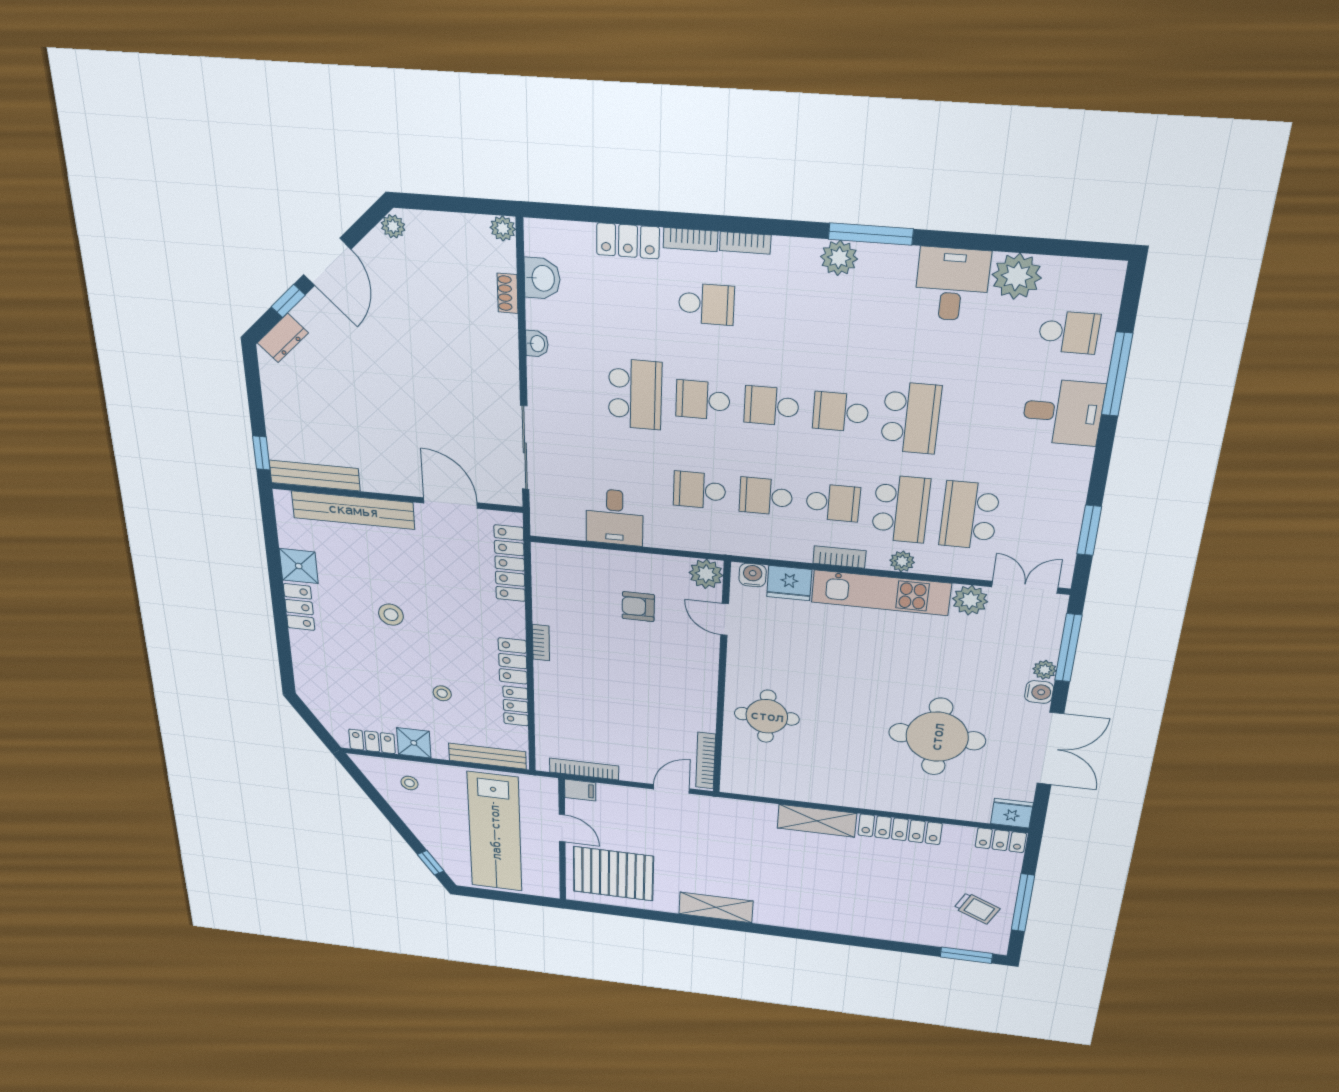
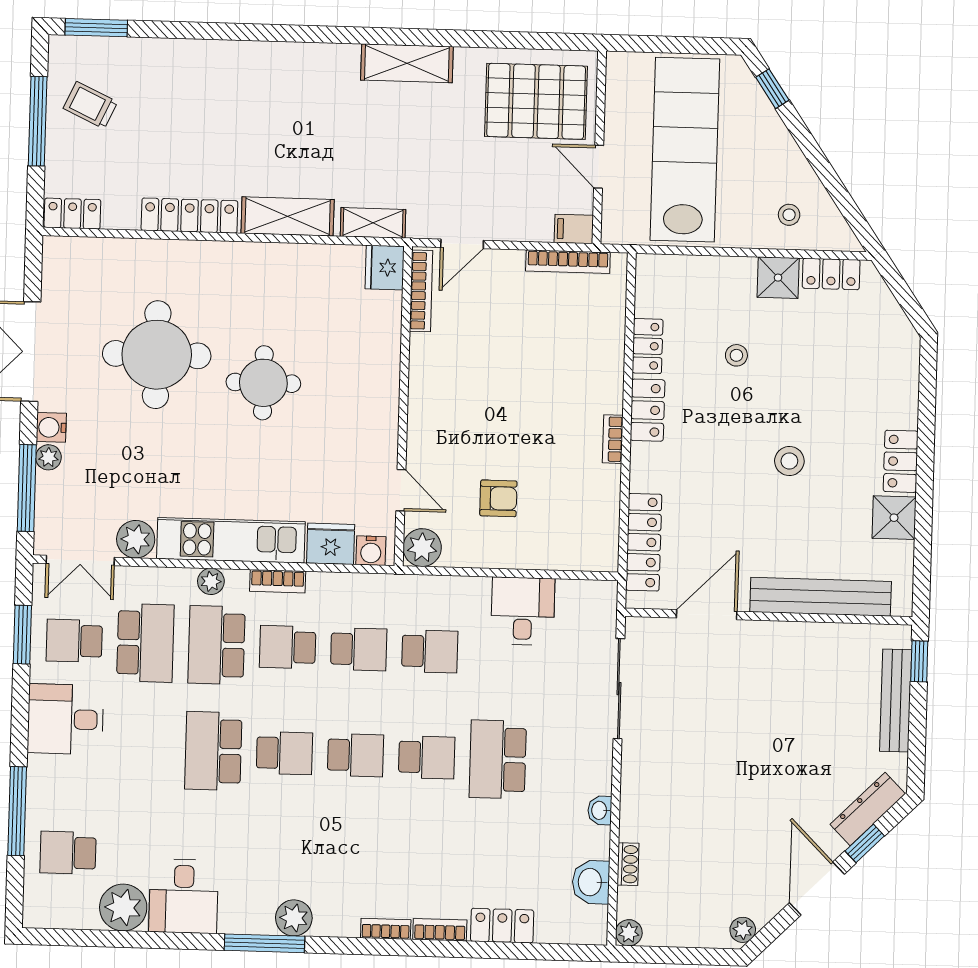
school desk: (706, 304) -> (74, 641), moved
dresser: (283, 338) -> (868, 809), width x1.44
desk: (1063, 412) -> (65, 719), moved
bench: (315, 476) -> (896, 700), moved, turned 90
door: (450, 503) -> (707, 615), swing flipped
round table: (767, 716) -> (263, 383), moved
bench: (487, 756) -> (687, 268), removed
shelving: (745, 810) -> (373, 223), added
fridge: (1012, 813) -> (385, 268), moved, turned 90

